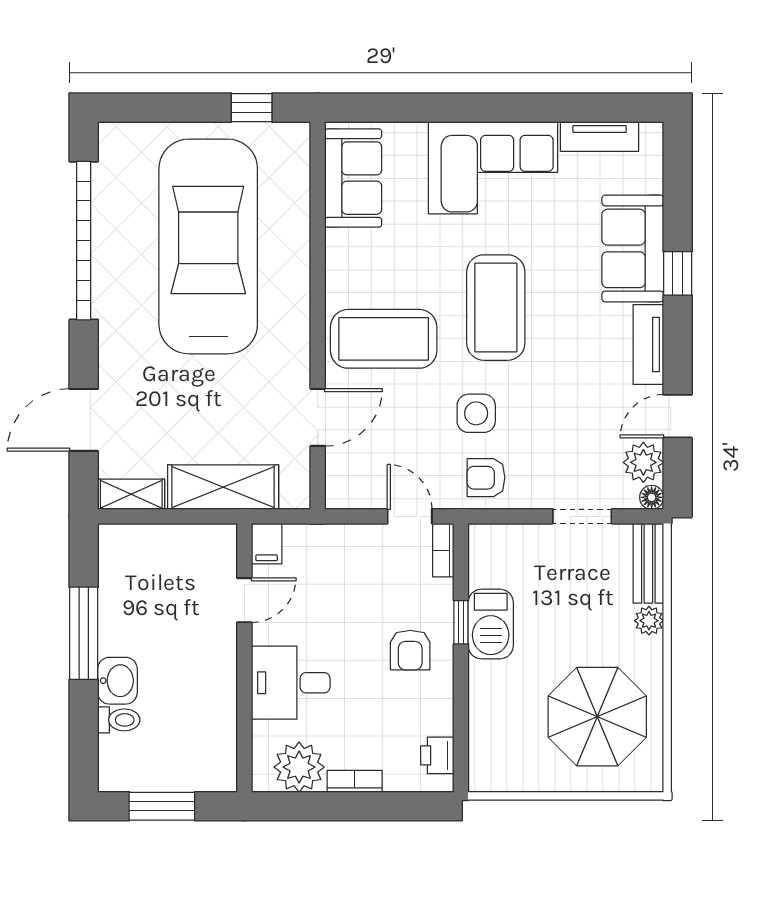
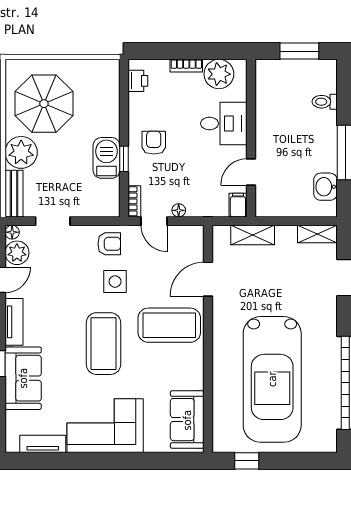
shelving: (223, 487) -> (253, 235), width x0.67, depth x0.75
floor lamp: (368, 535) -> (179, 210), added
plant: (649, 621) -> (21, 152), width x1.88, depth x1.88
washbasin: (117, 681) -> (325, 187), moved

